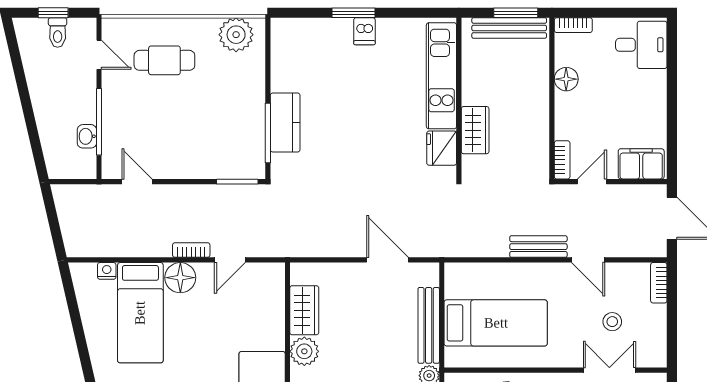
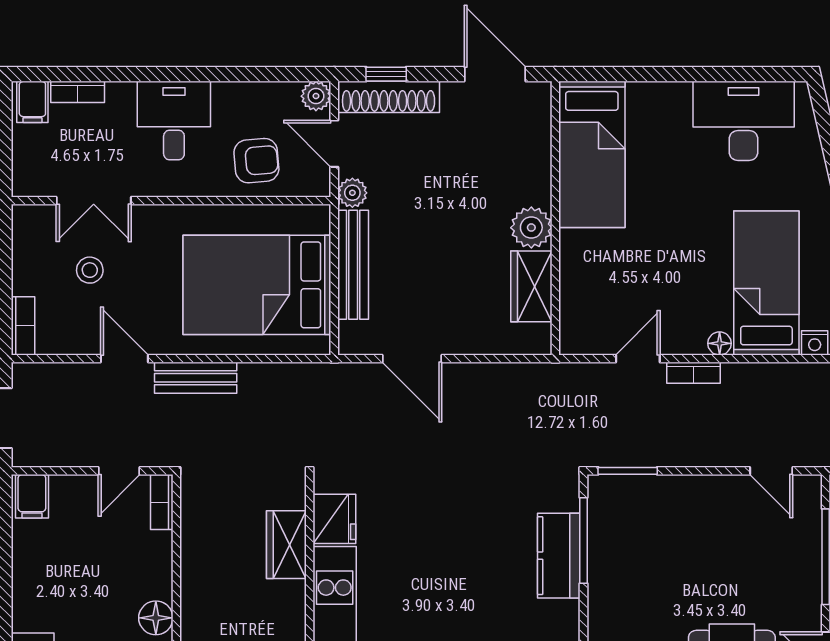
filing cabinet: (641, 164) -> (32, 496), width x0.50
floor lamp: (180, 278) -> (720, 343), width x0.53, depth x0.53
bed: (496, 323) -> (257, 285), width x1.50

